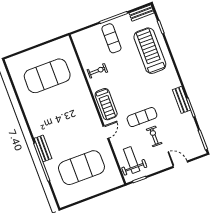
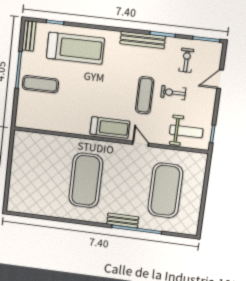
treadmill: (150, 51) -> (75, 48), turned 180
exercise bike: (97, 71) -> (186, 60), moved
exercise mat: (47, 76) -> (86, 180), moved
bench: (181, 100) -> (143, 40), width x1.36
weight bench: (132, 160) -> (186, 131), turned 180

